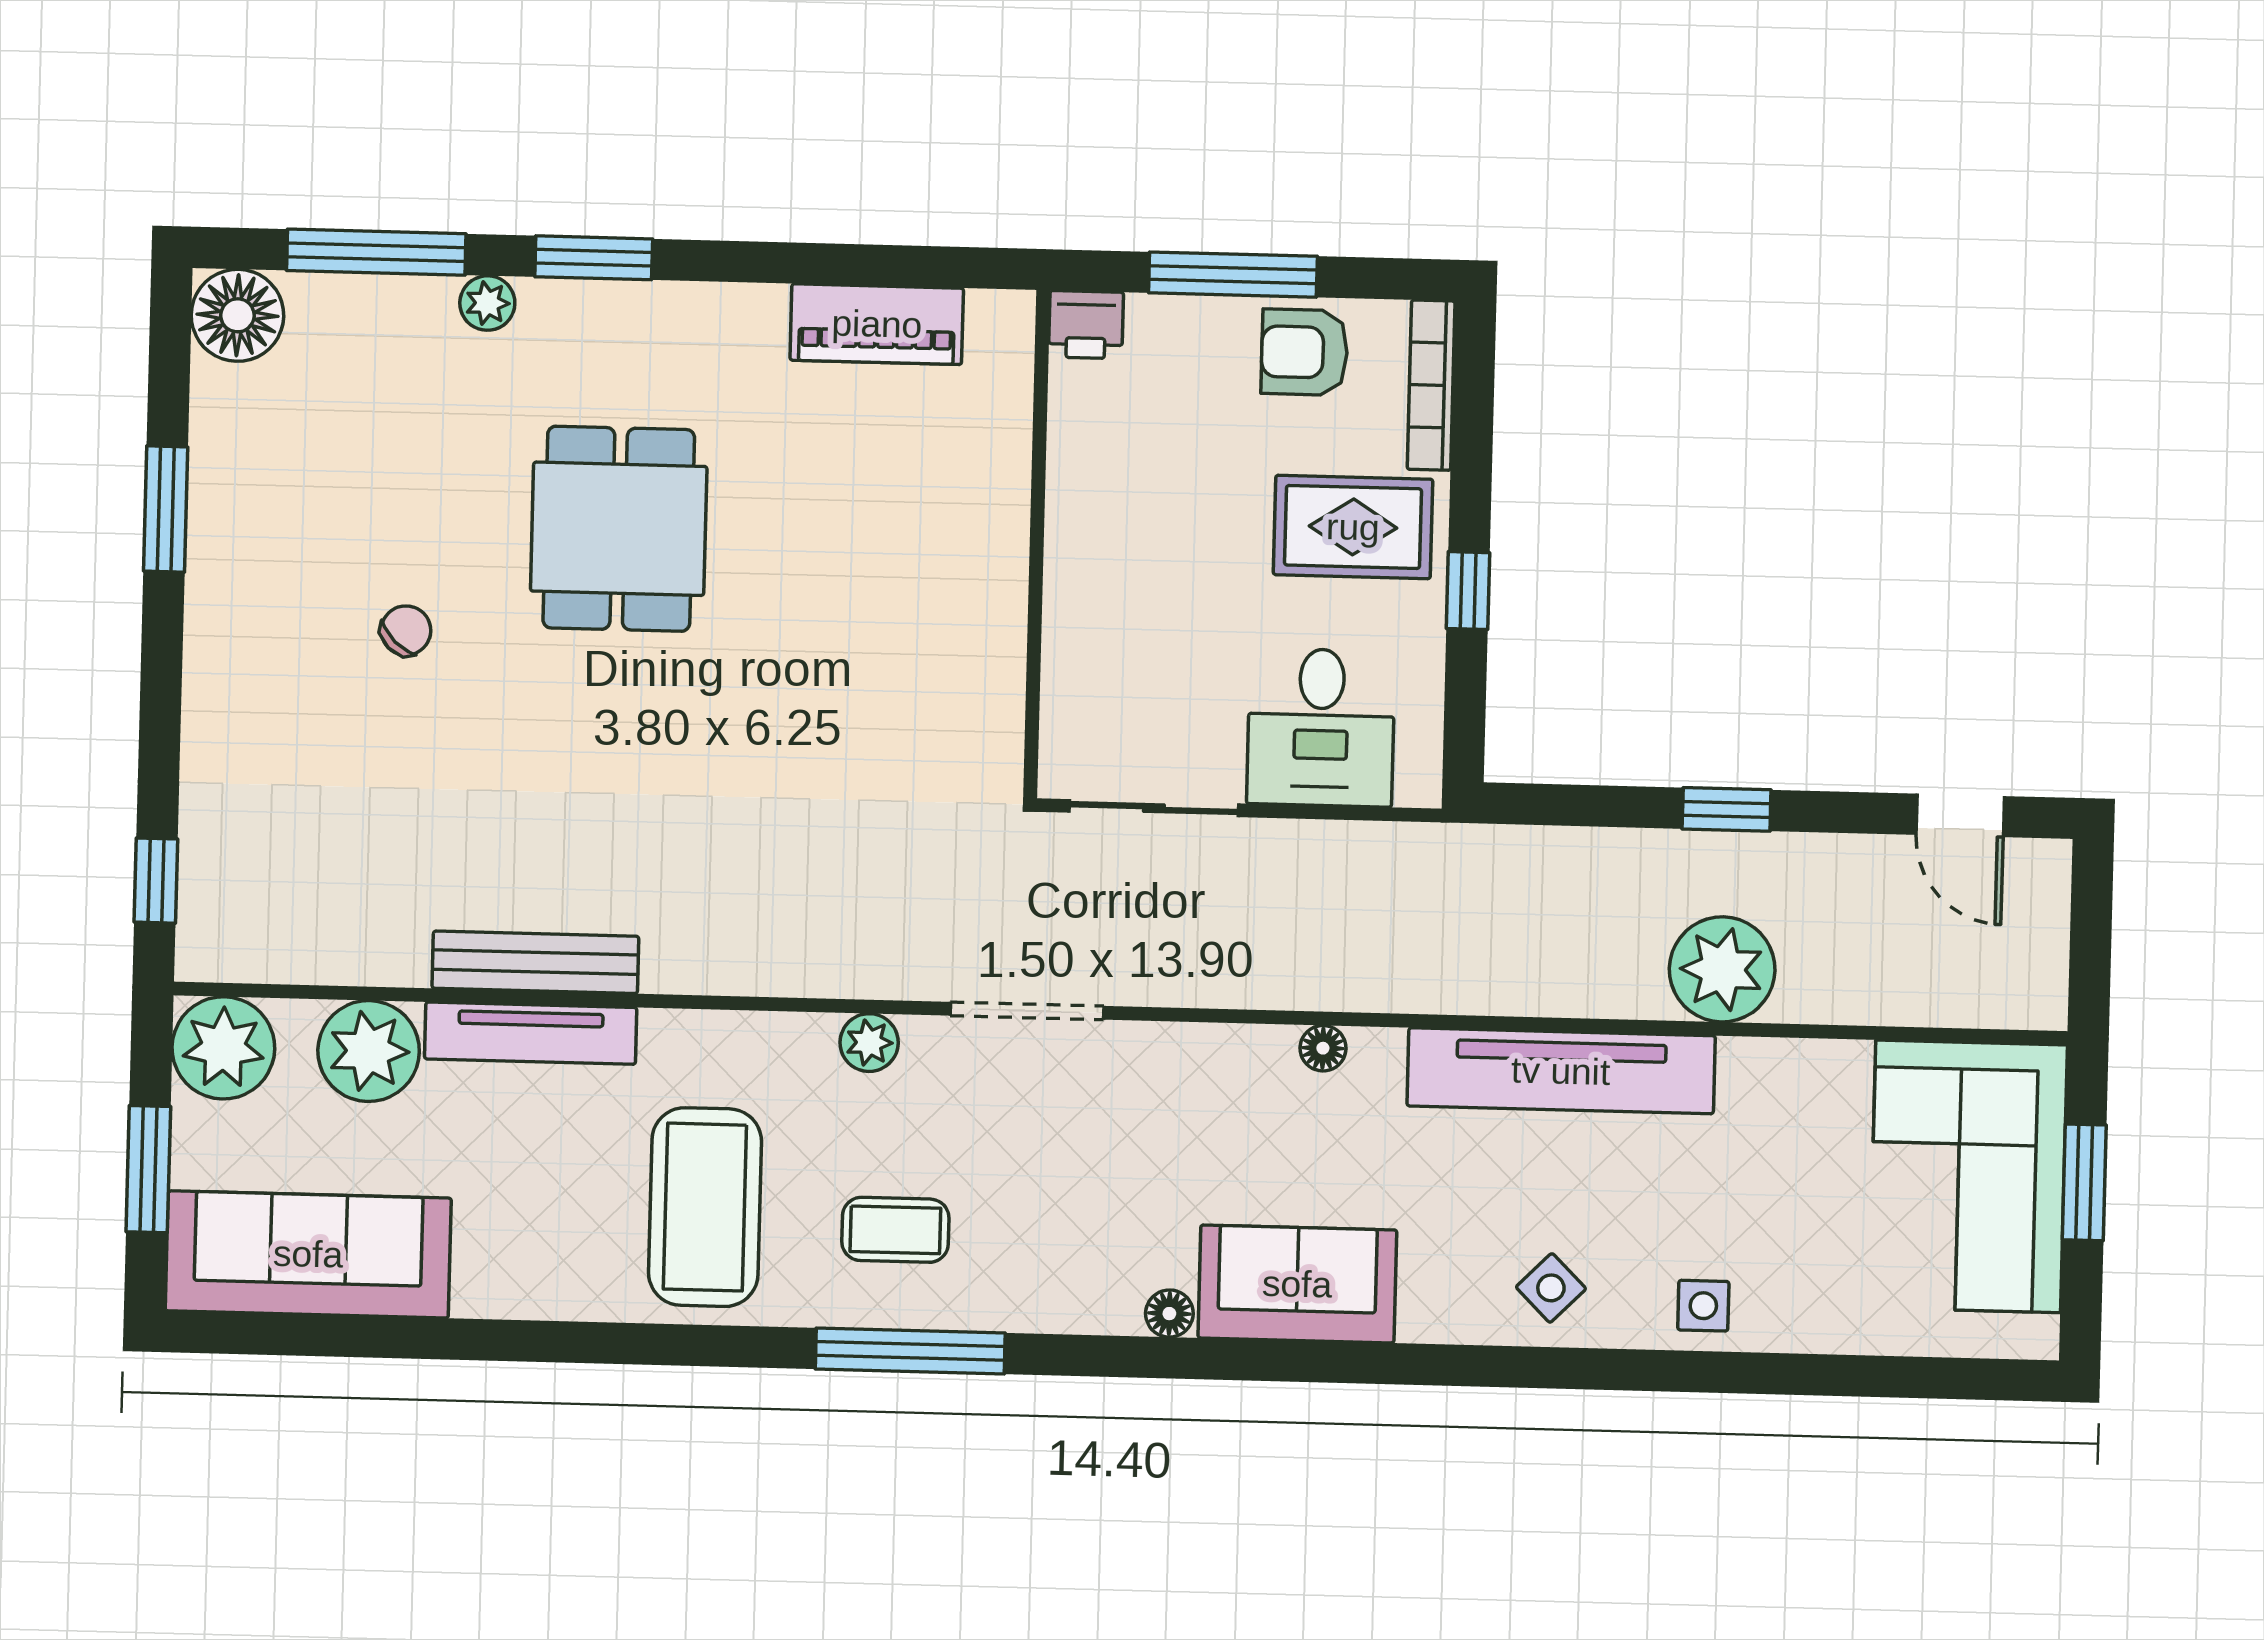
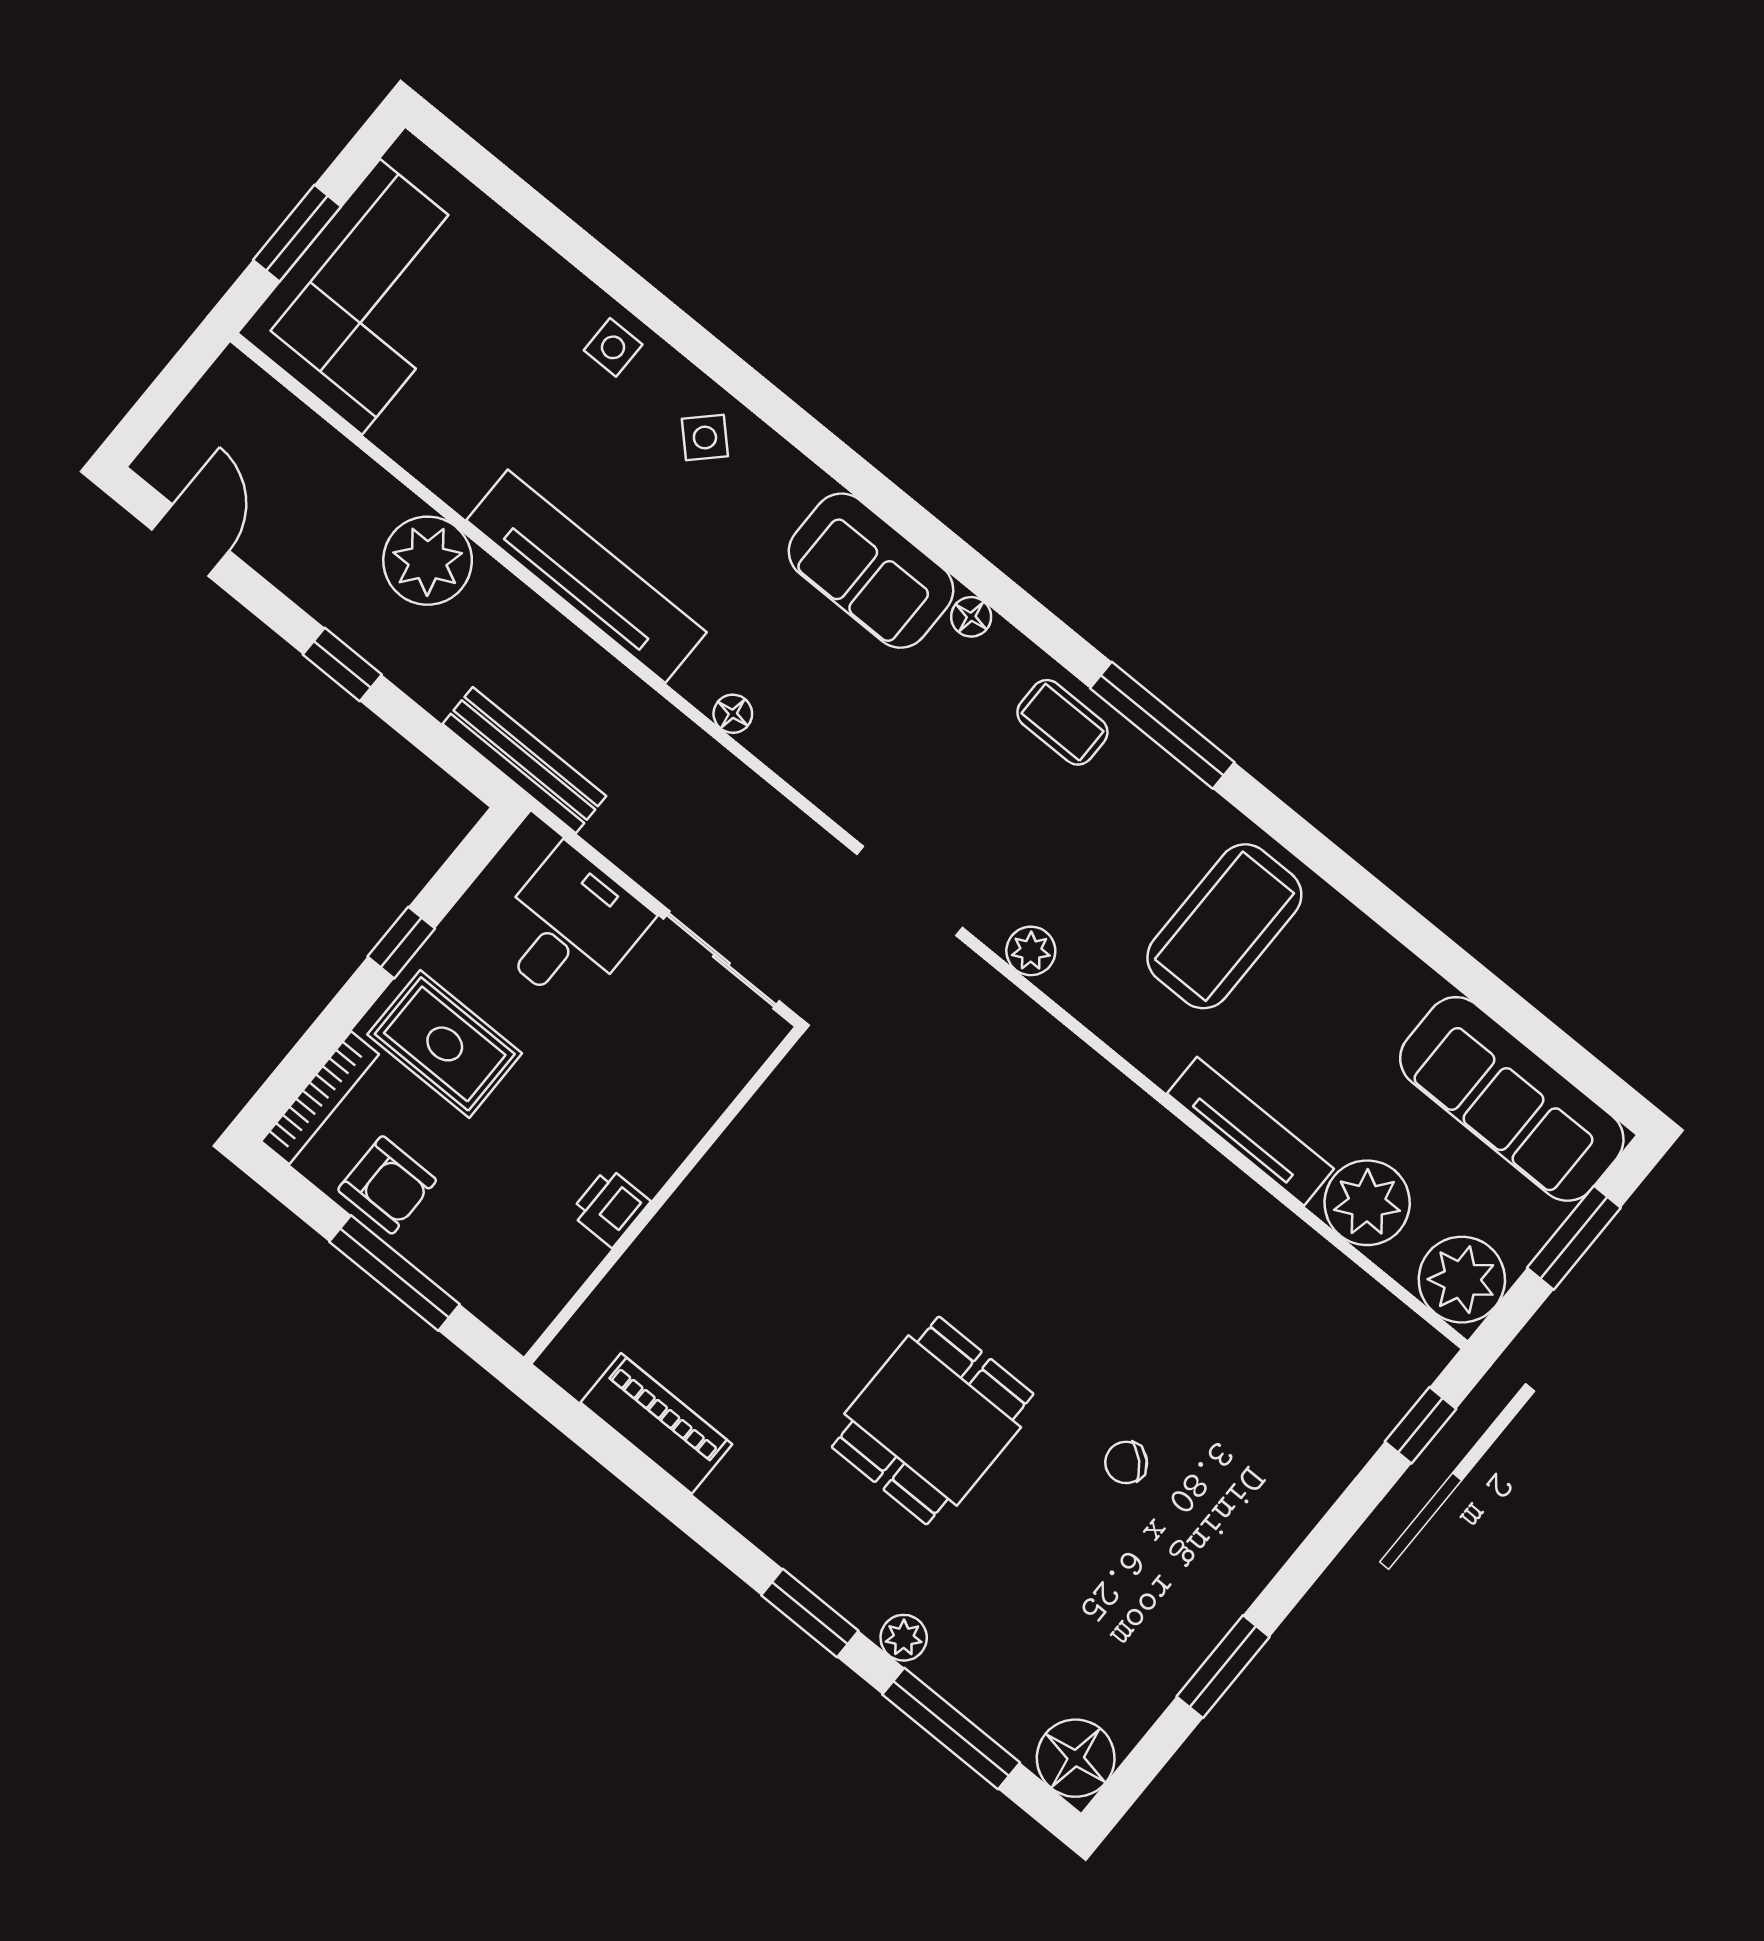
printer: (1086, 325) -> (610, 1207), moved, turned -90
bench: (535, 962) -> (524, 760), moved
coffee table: (895, 1230) -> (1062, 722), moved

